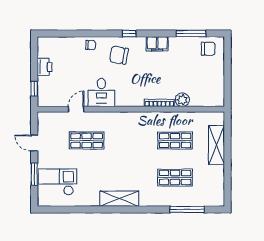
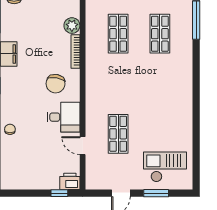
chair: (119, 55) -> (56, 84), moved
printer: (45, 67) -> (70, 181), moved
checkout: (57, 182) -> (165, 167), turned 90
shelving: (119, 199) -> (184, 97), removed

